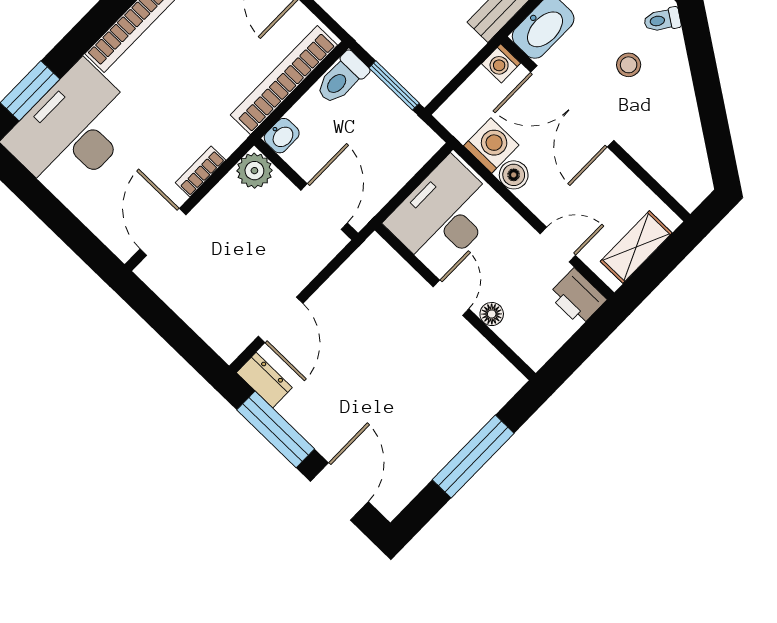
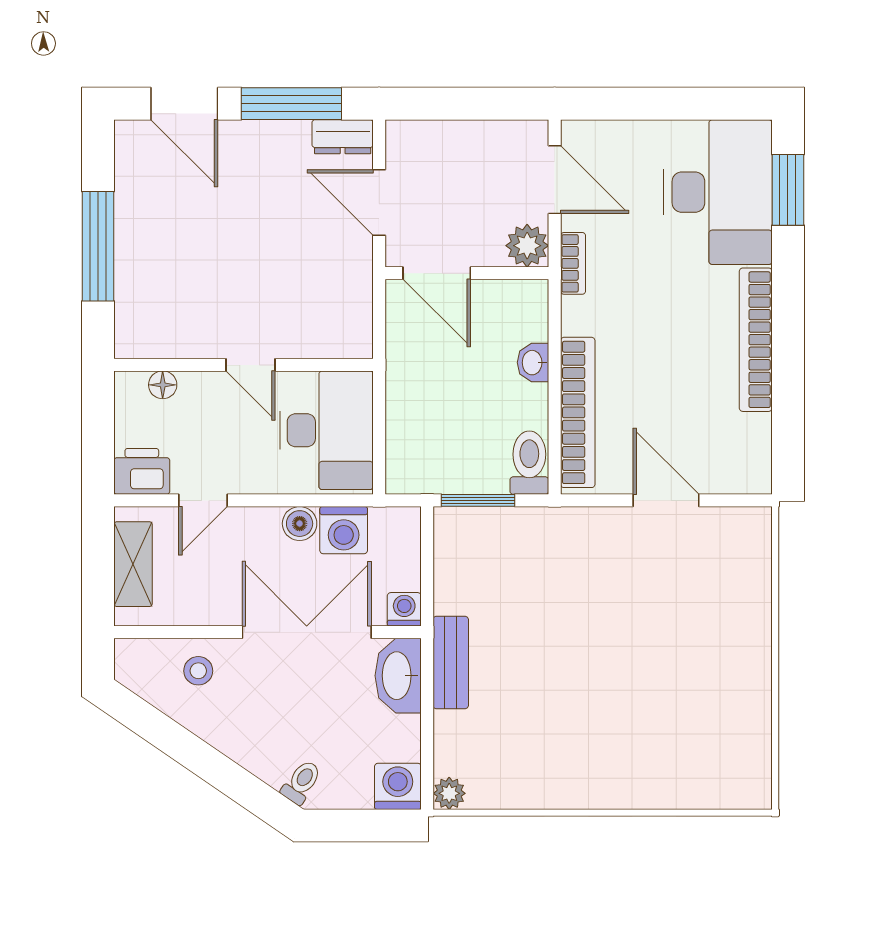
stool: (629, 65) -> (198, 671), moved
plant: (254, 171) -> (527, 246), moved
wall: (306, 189) -> (467, 273), moved
door: (324, 207) -> (437, 273), moved
floor lamp: (492, 314) -> (163, 385), moved

